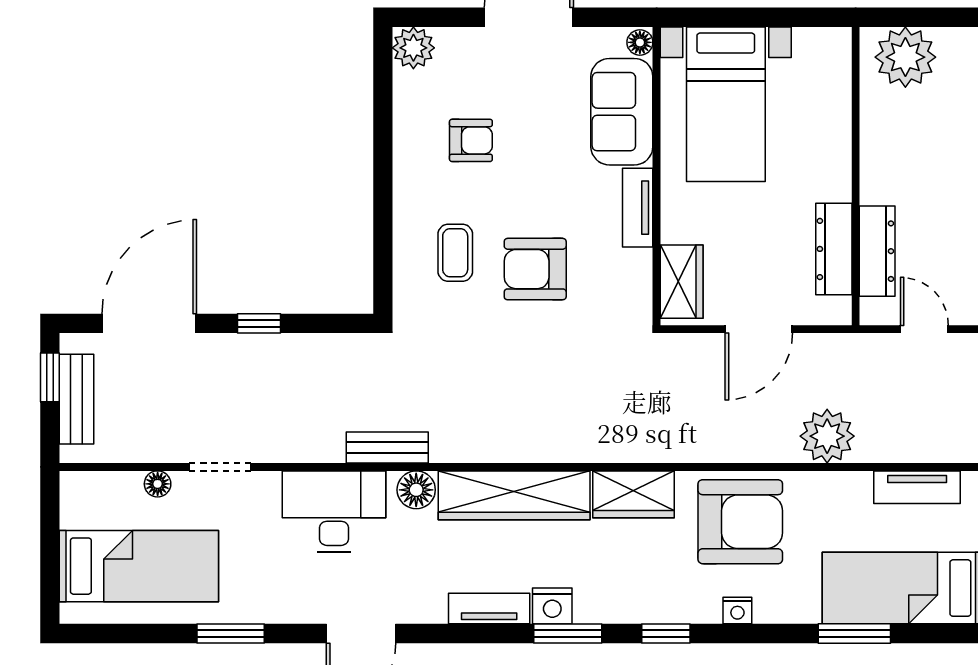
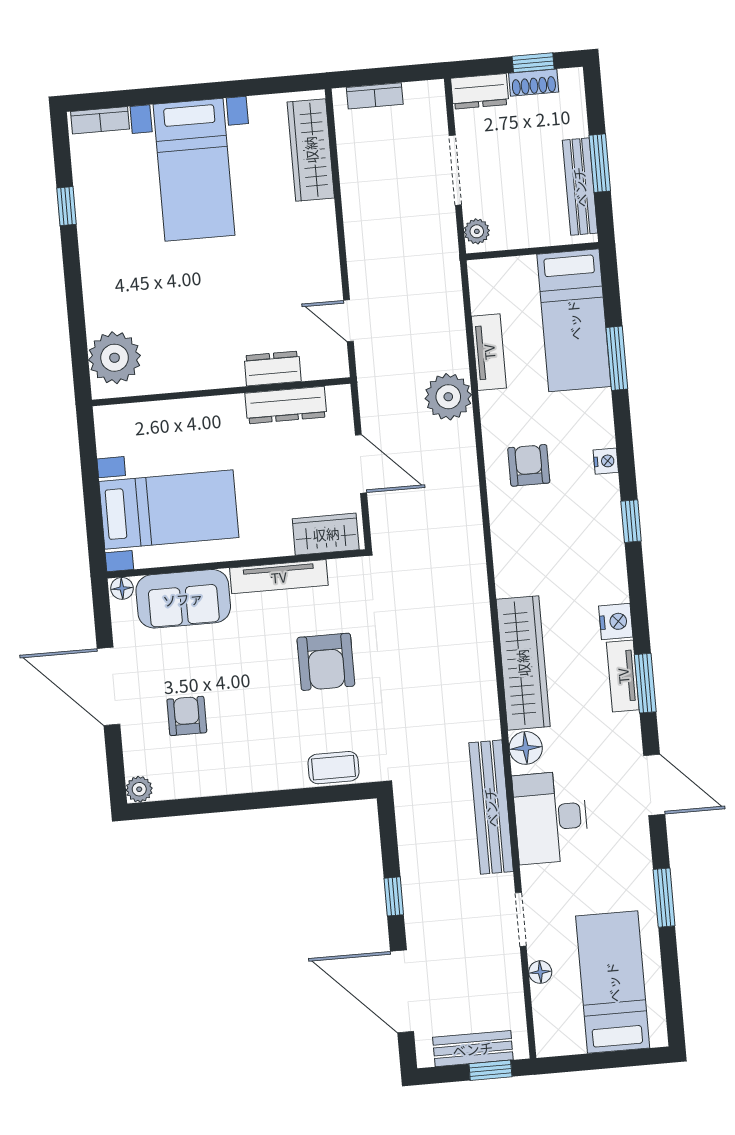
plant: (413, 48) -> (139, 789), width x0.73, depth x0.73
armchair: (471, 140) -> (187, 716), moved
tv unit: (638, 208) -> (279, 577), width x1.41
dresser: (877, 251) -> (273, 369), width x0.70
coffee table: (455, 253) -> (333, 768), moved
door: (924, 329) -> (348, 321), hinge flipped
window: (50, 377) -> (490, 1070), moved
bench: (387, 448) -> (491, 807), width x1.86, depth x1.21
tv unit: (917, 487) -> (489, 352), moved
wardrobe: (634, 494) -> (513, 560), removed
armchair: (740, 522) -> (529, 465), width x0.53, depth x0.53
window: (568, 633) -> (645, 683), moved

